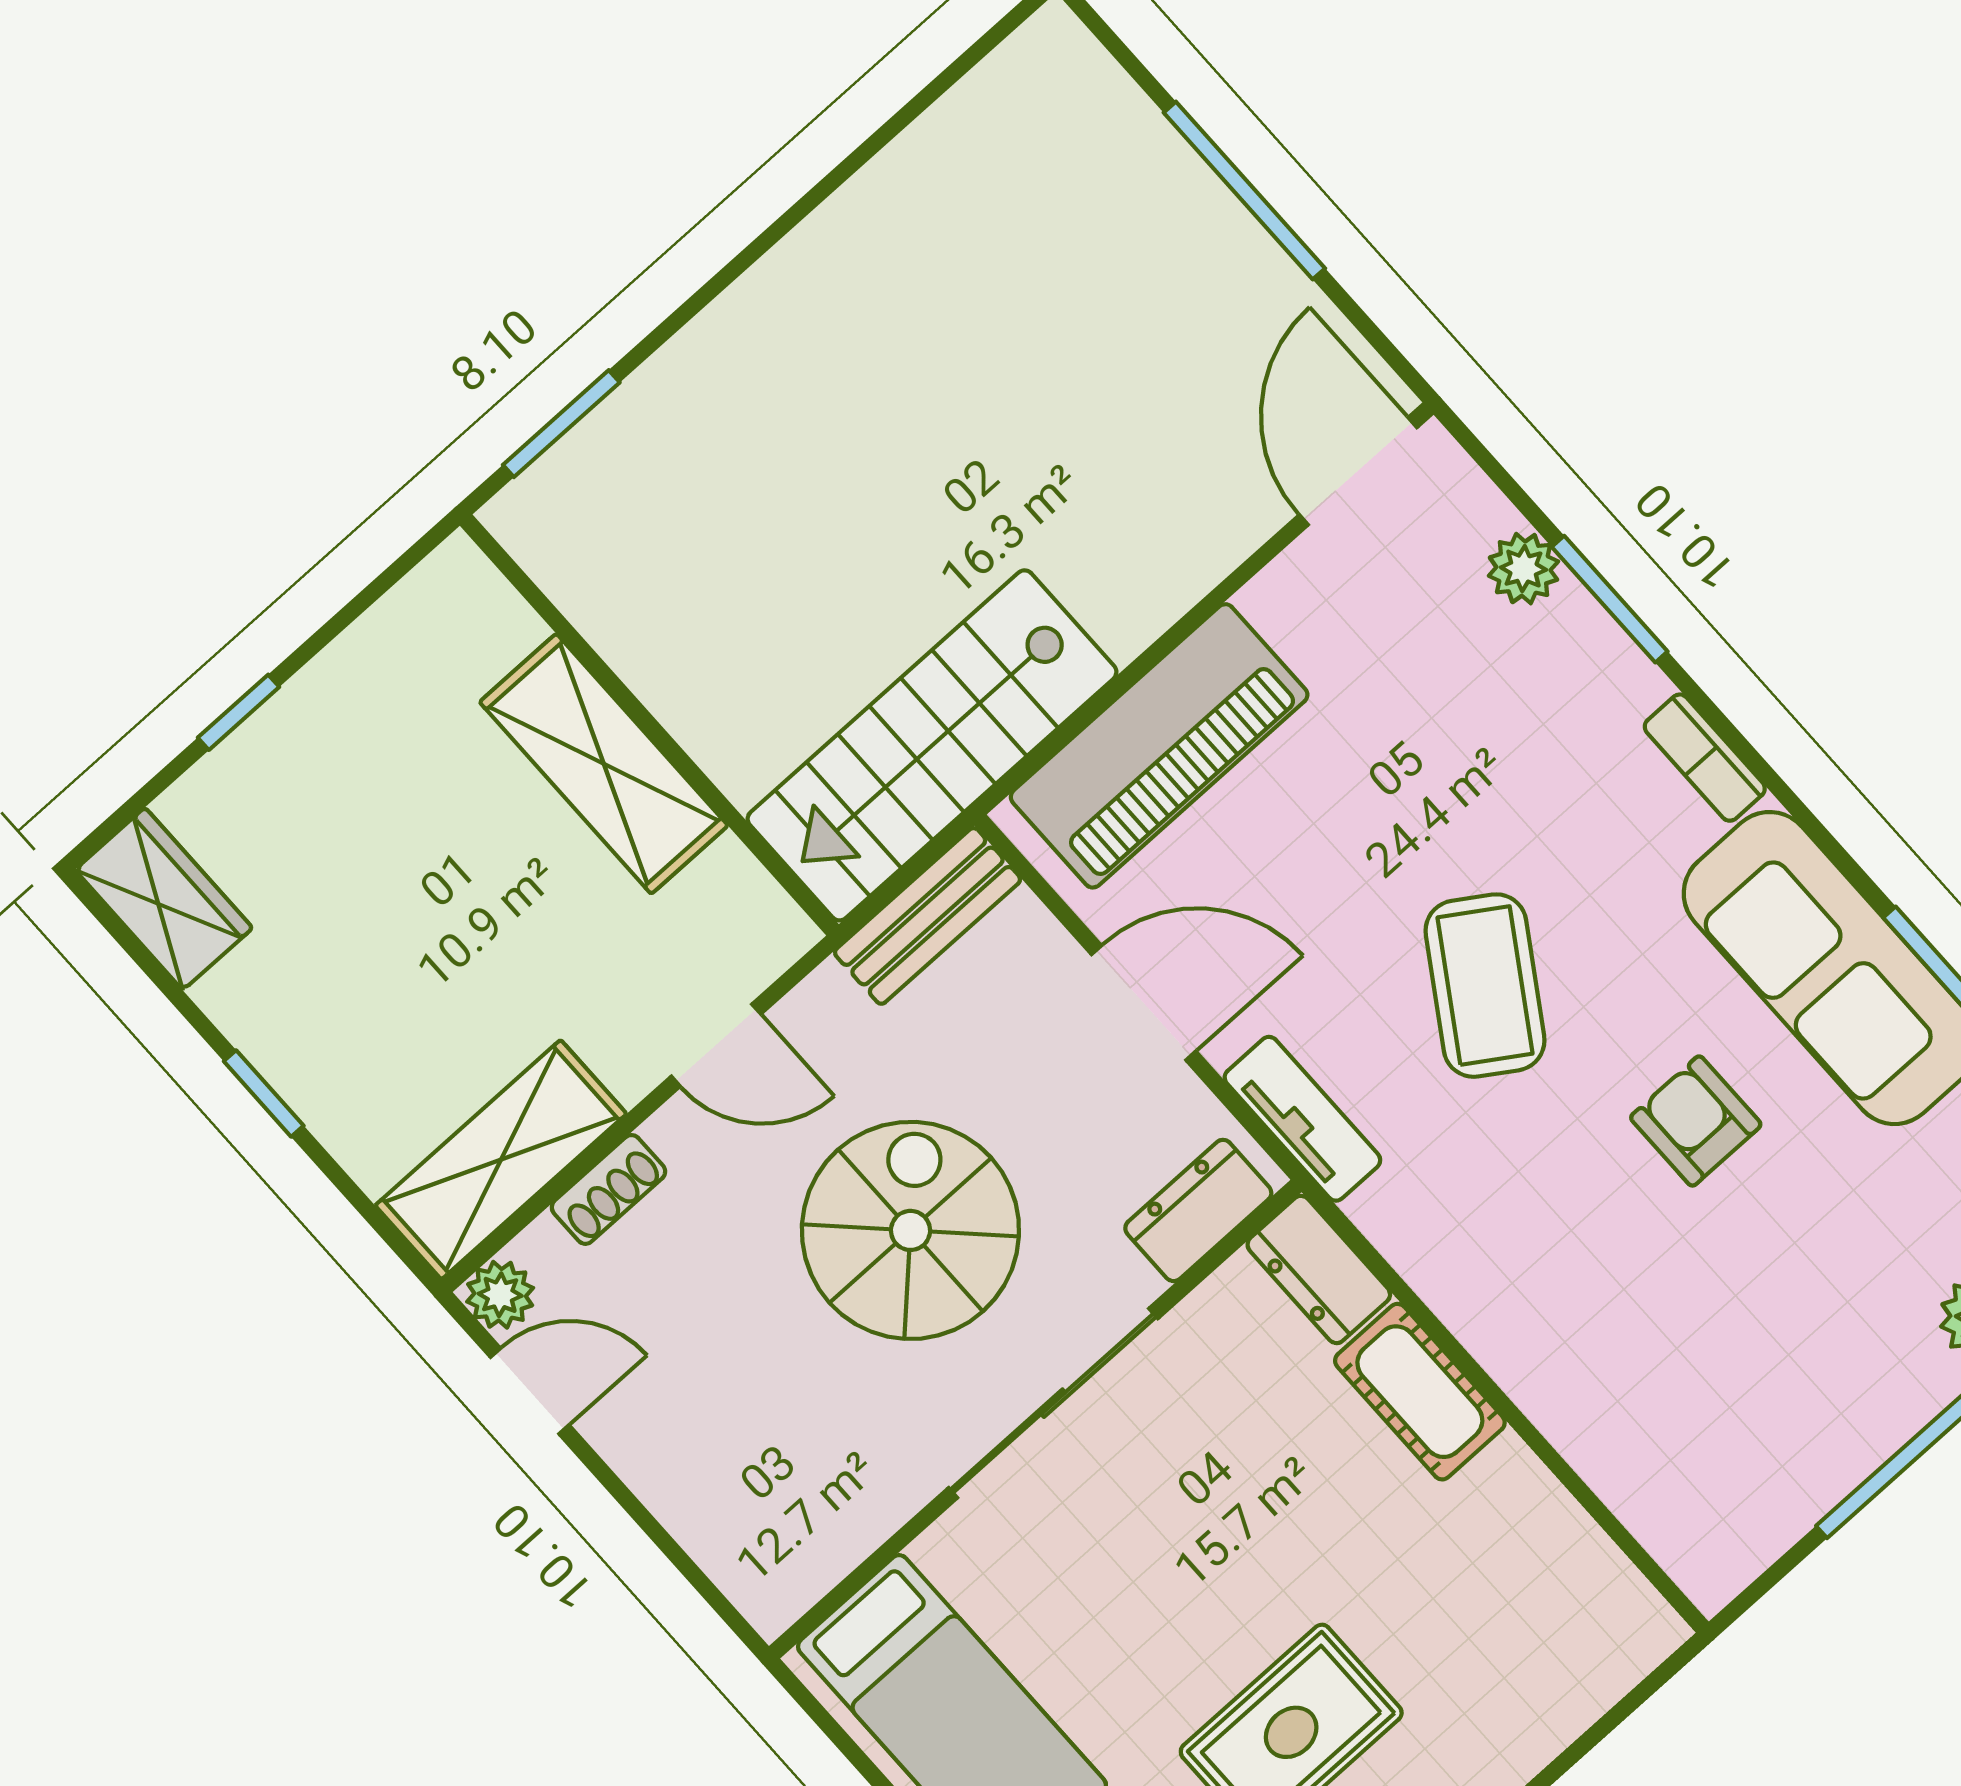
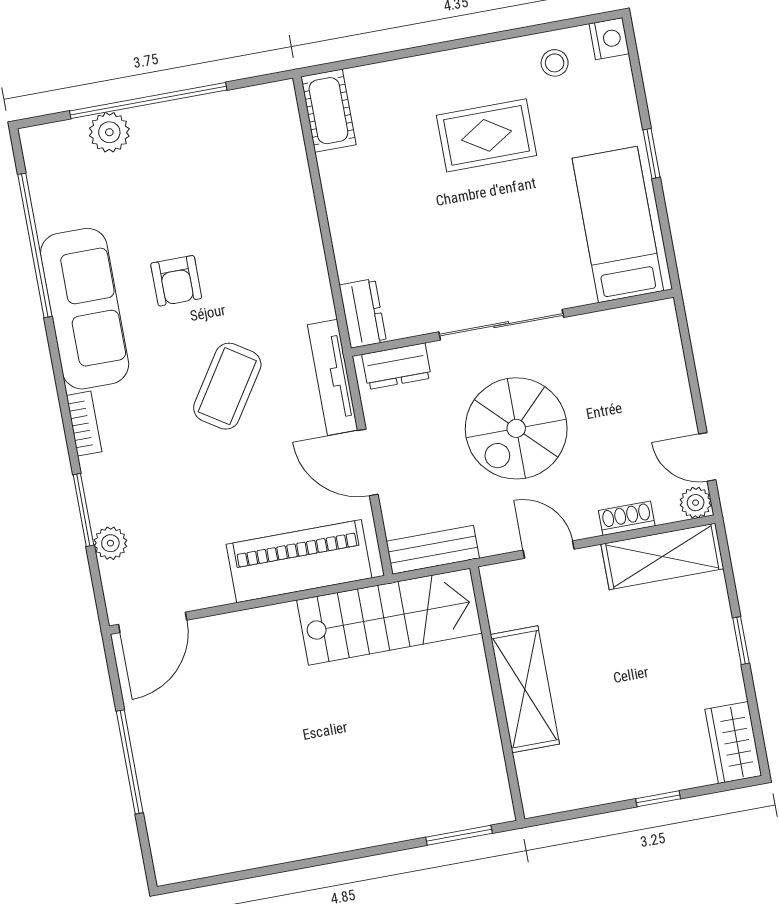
tv unit: (1302, 1119) -> (333, 377), width x1.41
cot: (1420, 1392) -> (328, 111), moved

